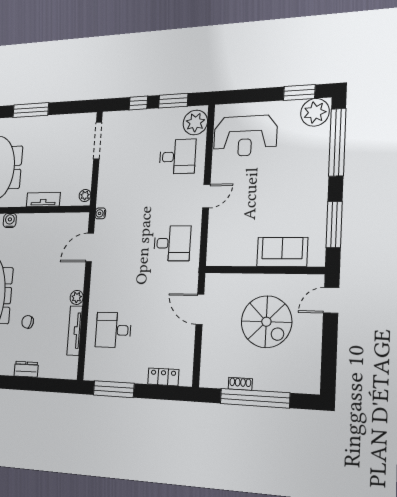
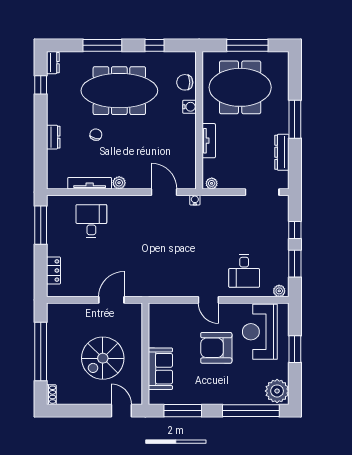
window: (299, 92) -> (295, 349), moved
dresser: (61, 122) -> (282, 152), added
plant: (195, 122) -> (279, 291), width x0.53, depth x0.53
armchair: (261, 186) -> (216, 348), added
desk: (172, 243) -> (168, 271), removed
shoe rack: (240, 384) -> (51, 395), moved

